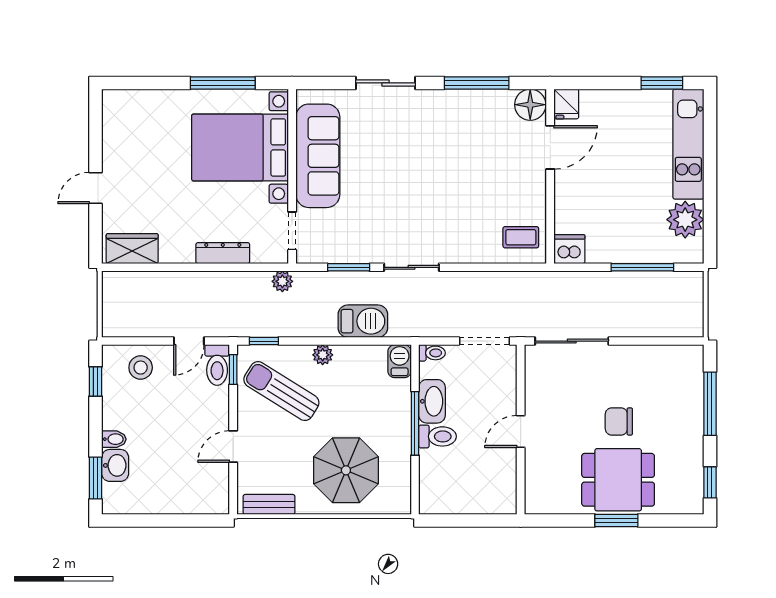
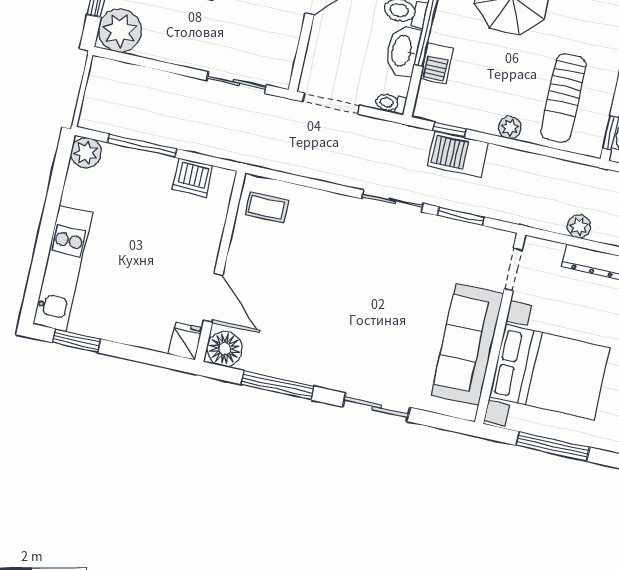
door: (550, 147) -> (213, 298), swing flipped
plant: (685, 220) -> (86, 153), moved, width x0.73, depth x0.73
dishwasher: (569, 249) -> (193, 178), moved
plant: (282, 281) -> (579, 226), moved
window: (264, 341) -> (450, 130), moved
sliding door: (572, 341) -> (236, 83), width x0.73
barbecue: (400, 361) -> (437, 63), moved
plant: (684, 364) -> (120, 30), added
sun lounger: (281, 391) -> (563, 98), turned 58

